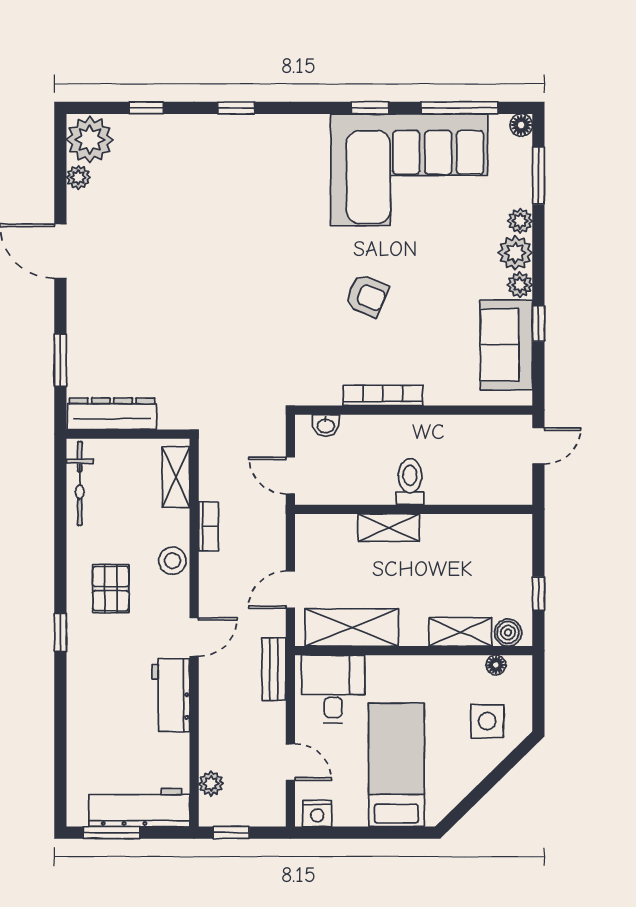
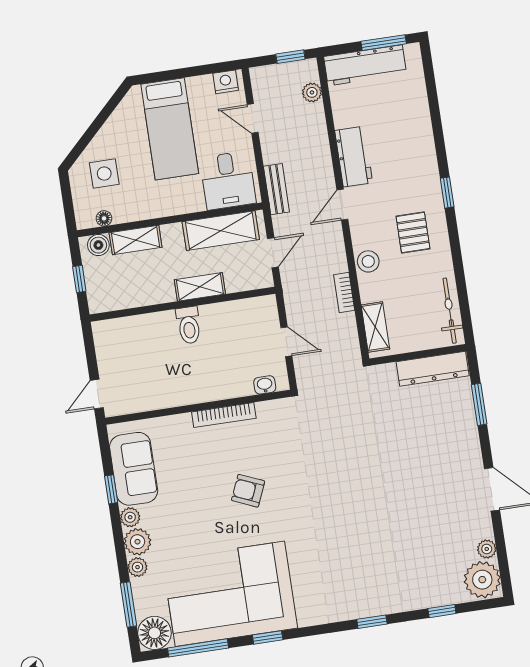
floor lamp: (521, 125) -> (154, 633), width x1.89, depth x1.89
toilet: (410, 482) -> (189, 325), moved
wall: (414, 509) -> (183, 304), moved
shelving: (389, 528) -> (200, 287), moved

